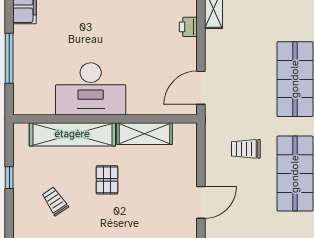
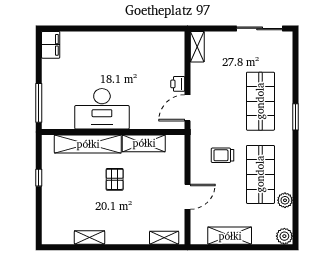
printer: (188, 27) -> (178, 84), moved
window: (9, 58) -> (39, 103), moved
trolley: (55, 201) -> (74, 196), removed

